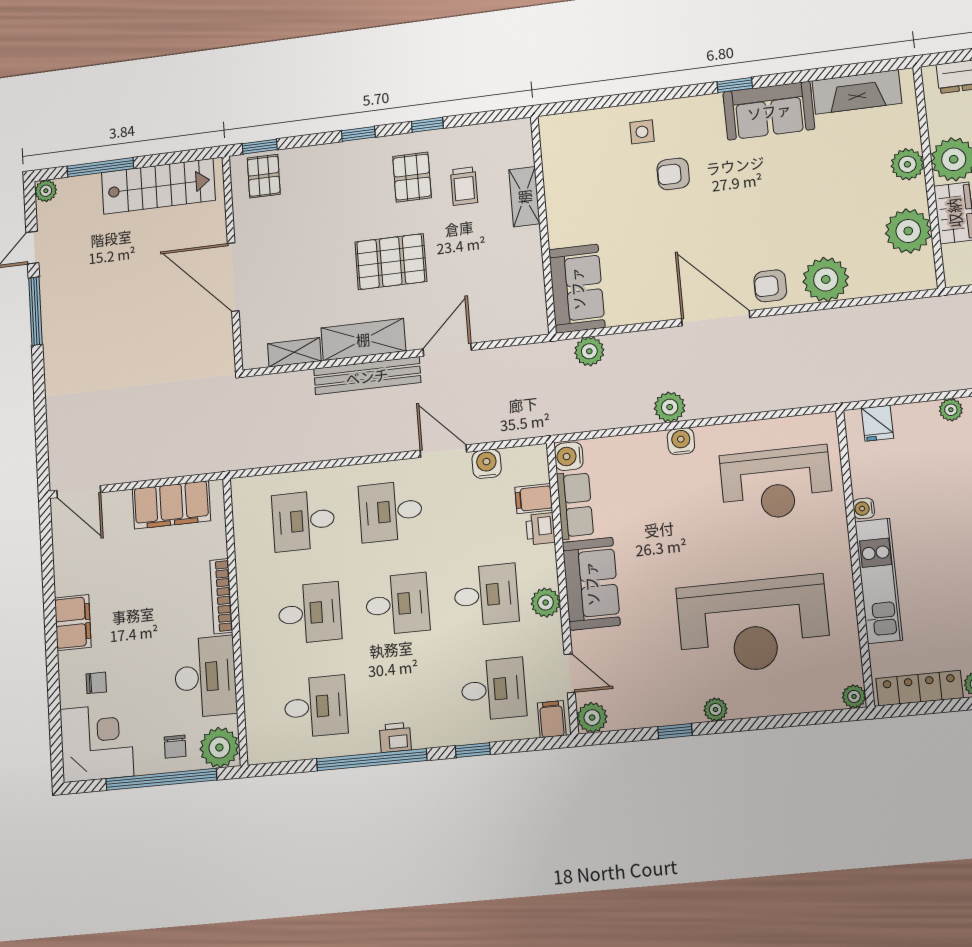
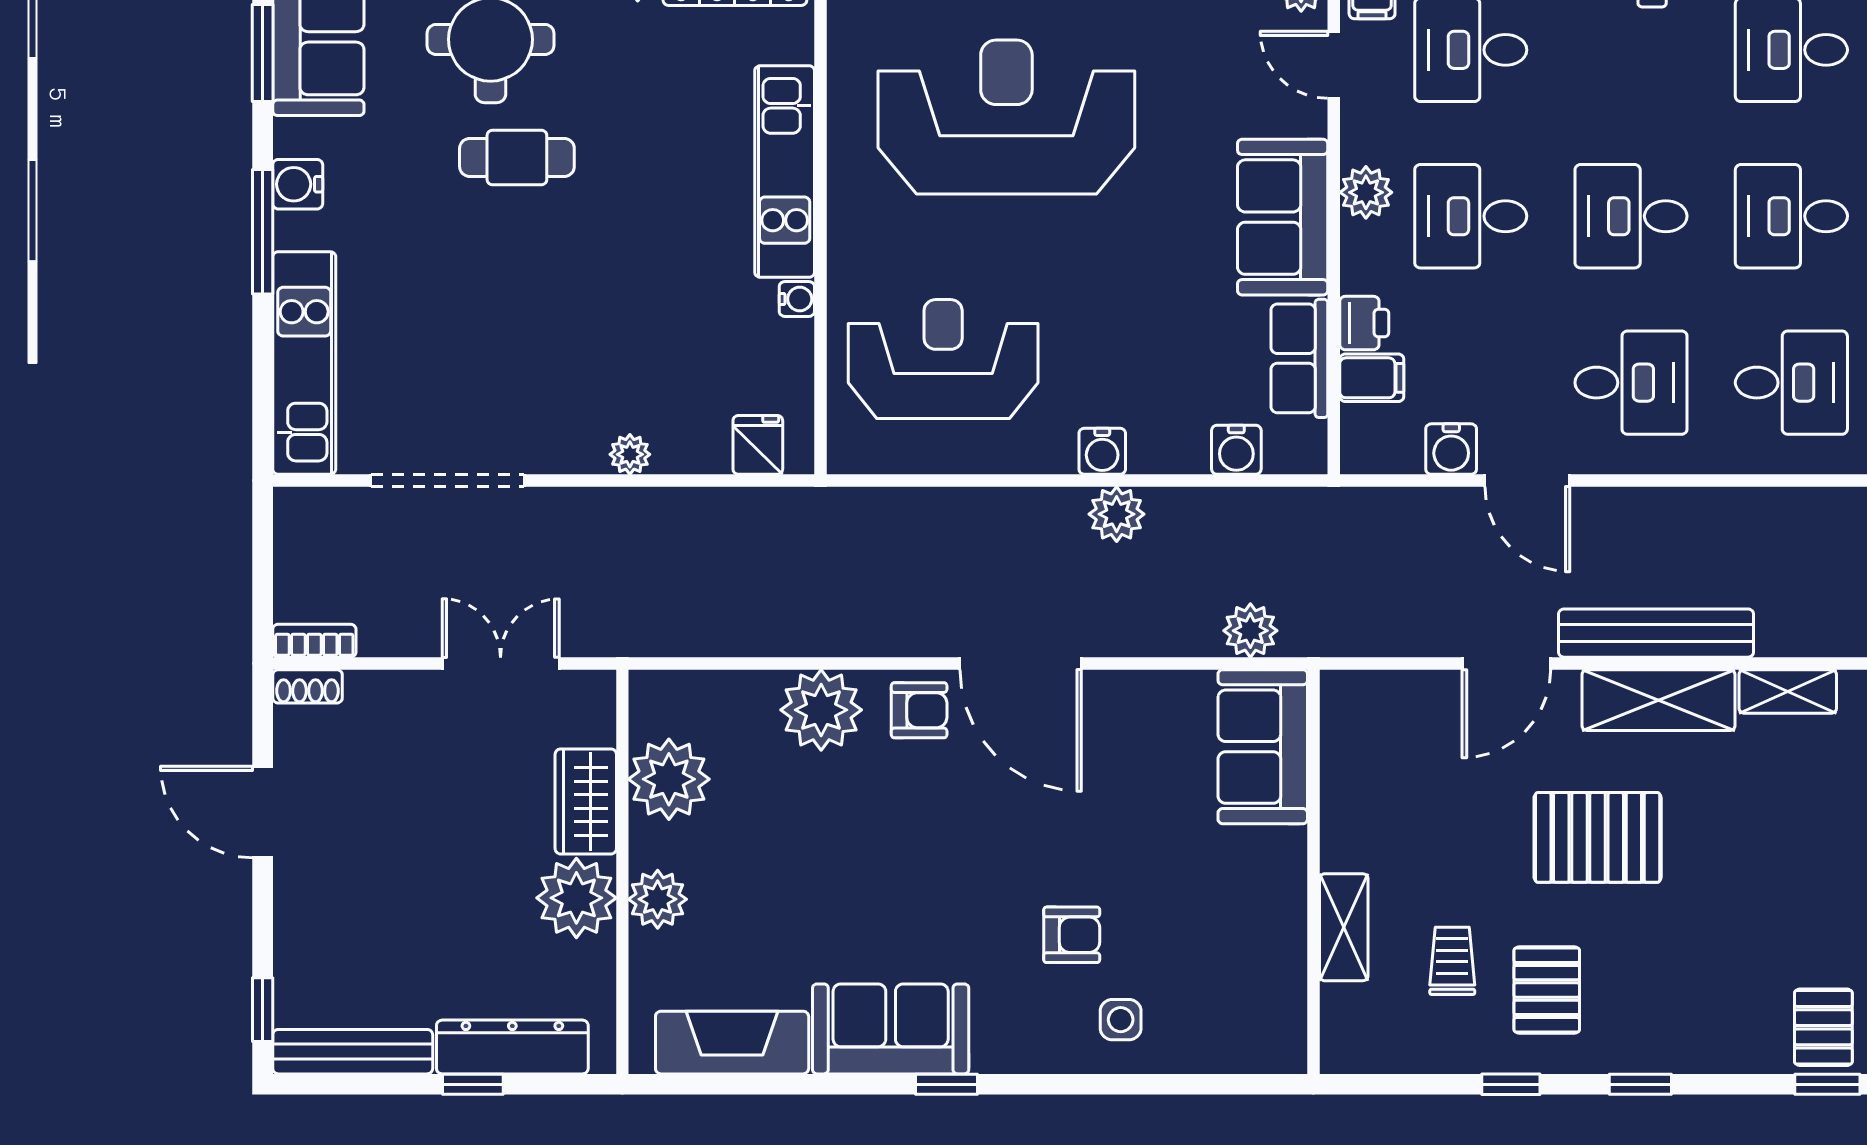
water cooler: (569, 456) -> (1236, 450), moved, turned 90

